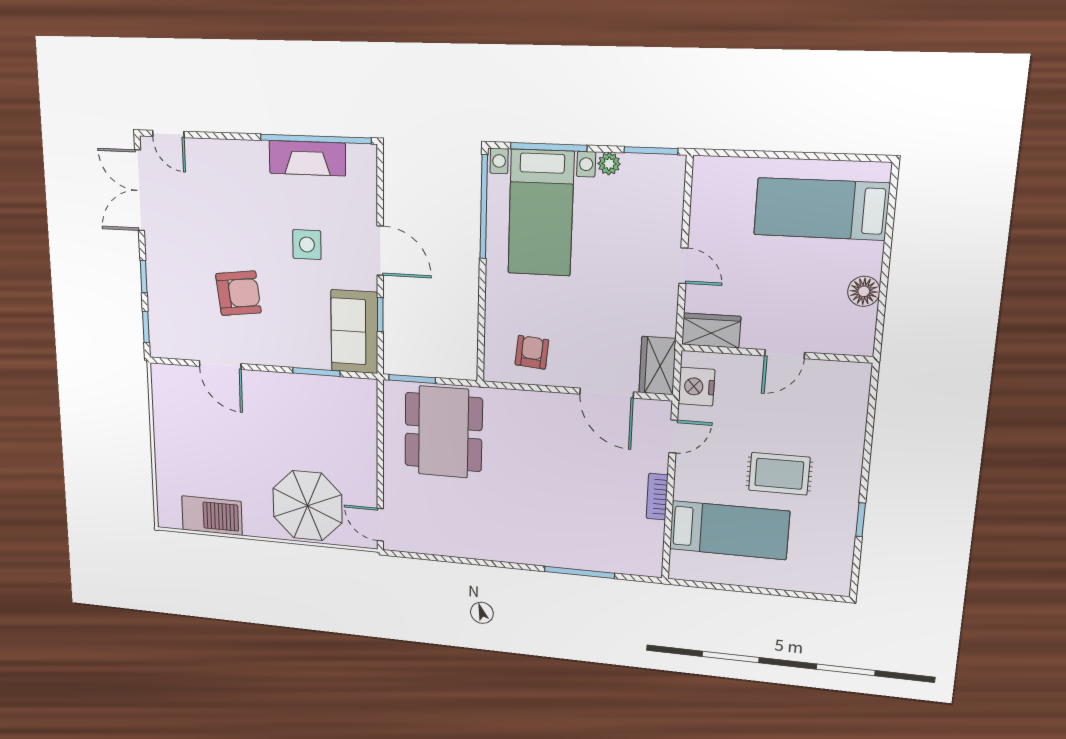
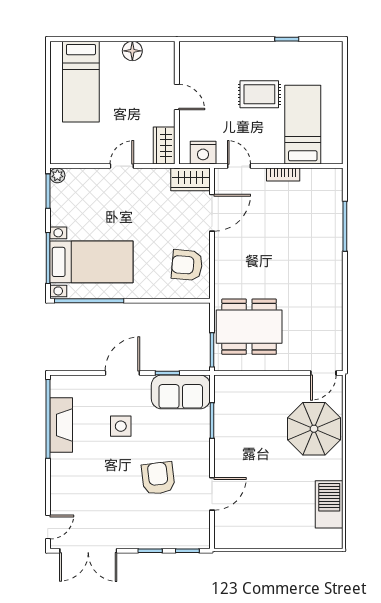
plant: (609, 164) -> (57, 175), moved
armchair: (532, 352) -> (187, 265), width x1.38, depth x1.38
rug: (779, 474) -> (259, 94), turned 90

